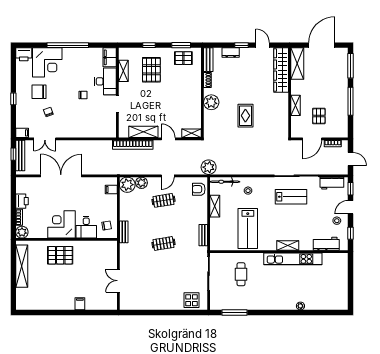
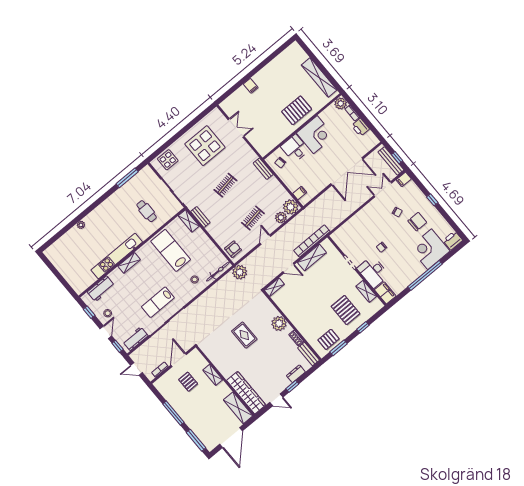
shelving: (215, 206) -> (189, 221), moved
display table: (154, 287) -> (205, 146), added

